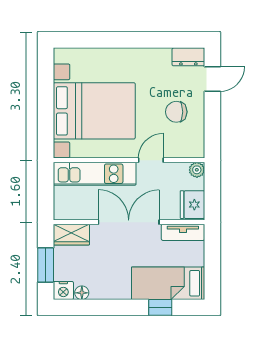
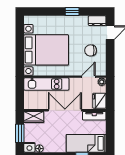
window: (142, 40) -> (72, 12), added
door: (151, 160) -> (88, 77), moved

